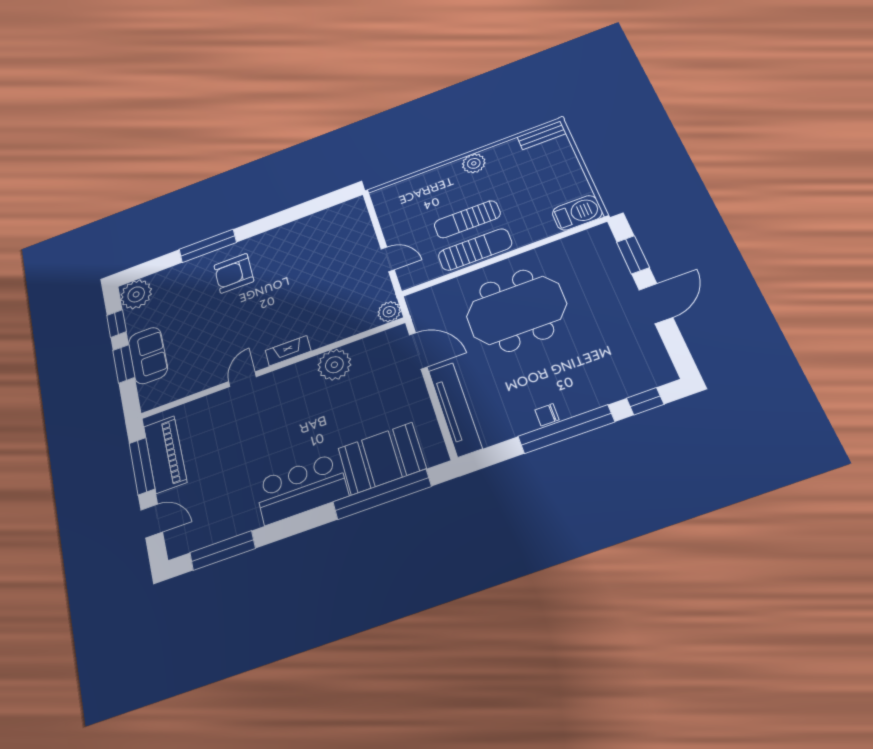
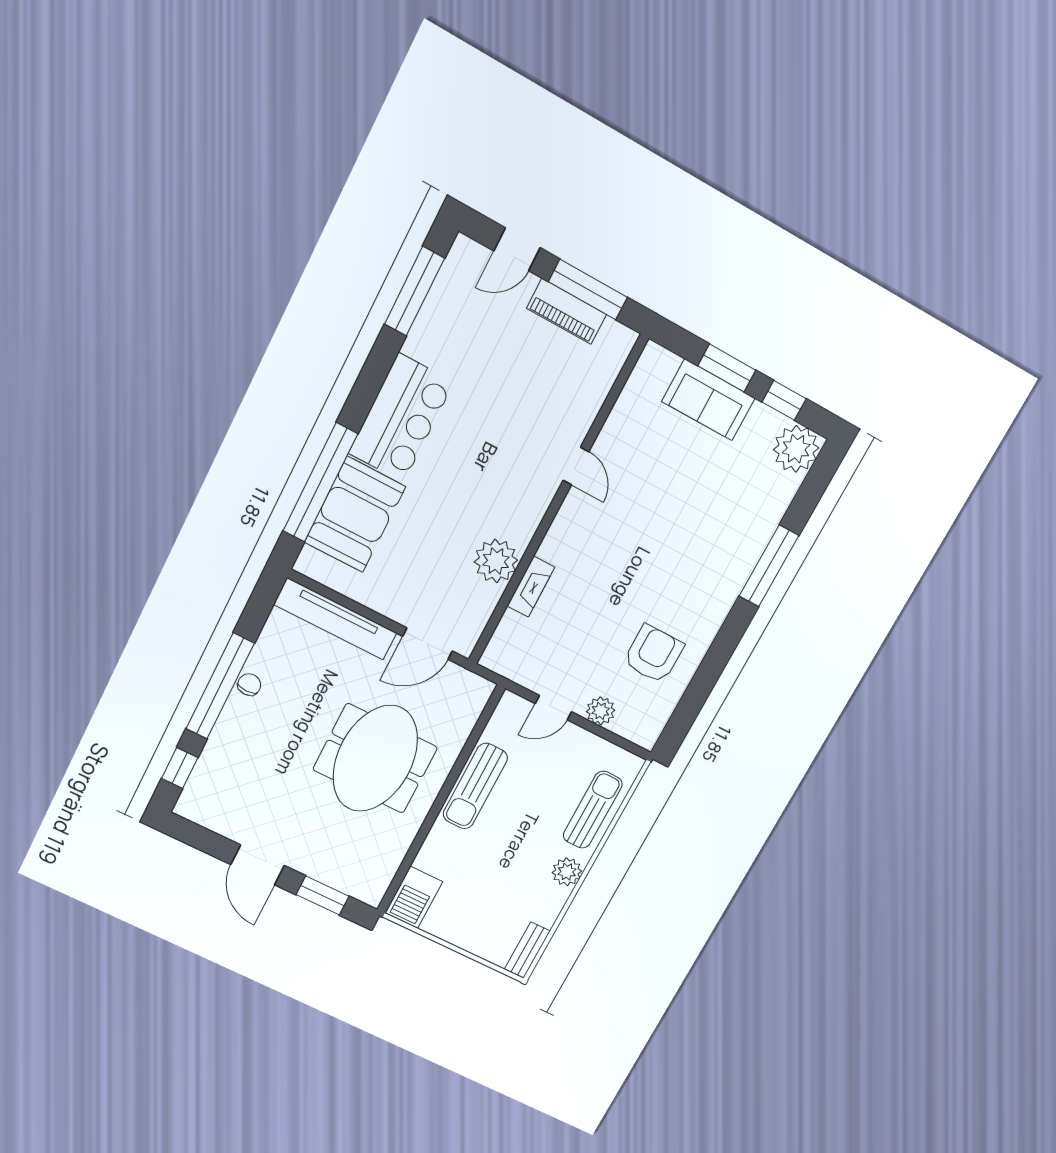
sun lounger: (467, 219) -> (593, 810), moved
armchair: (234, 273) -> (654, 654), moved
plant: (389, 312) -> (601, 711), moved
fireplace: (288, 351) -> (531, 587), moved
piano: (165, 454) -> (567, 311), width x0.73, depth x0.75

